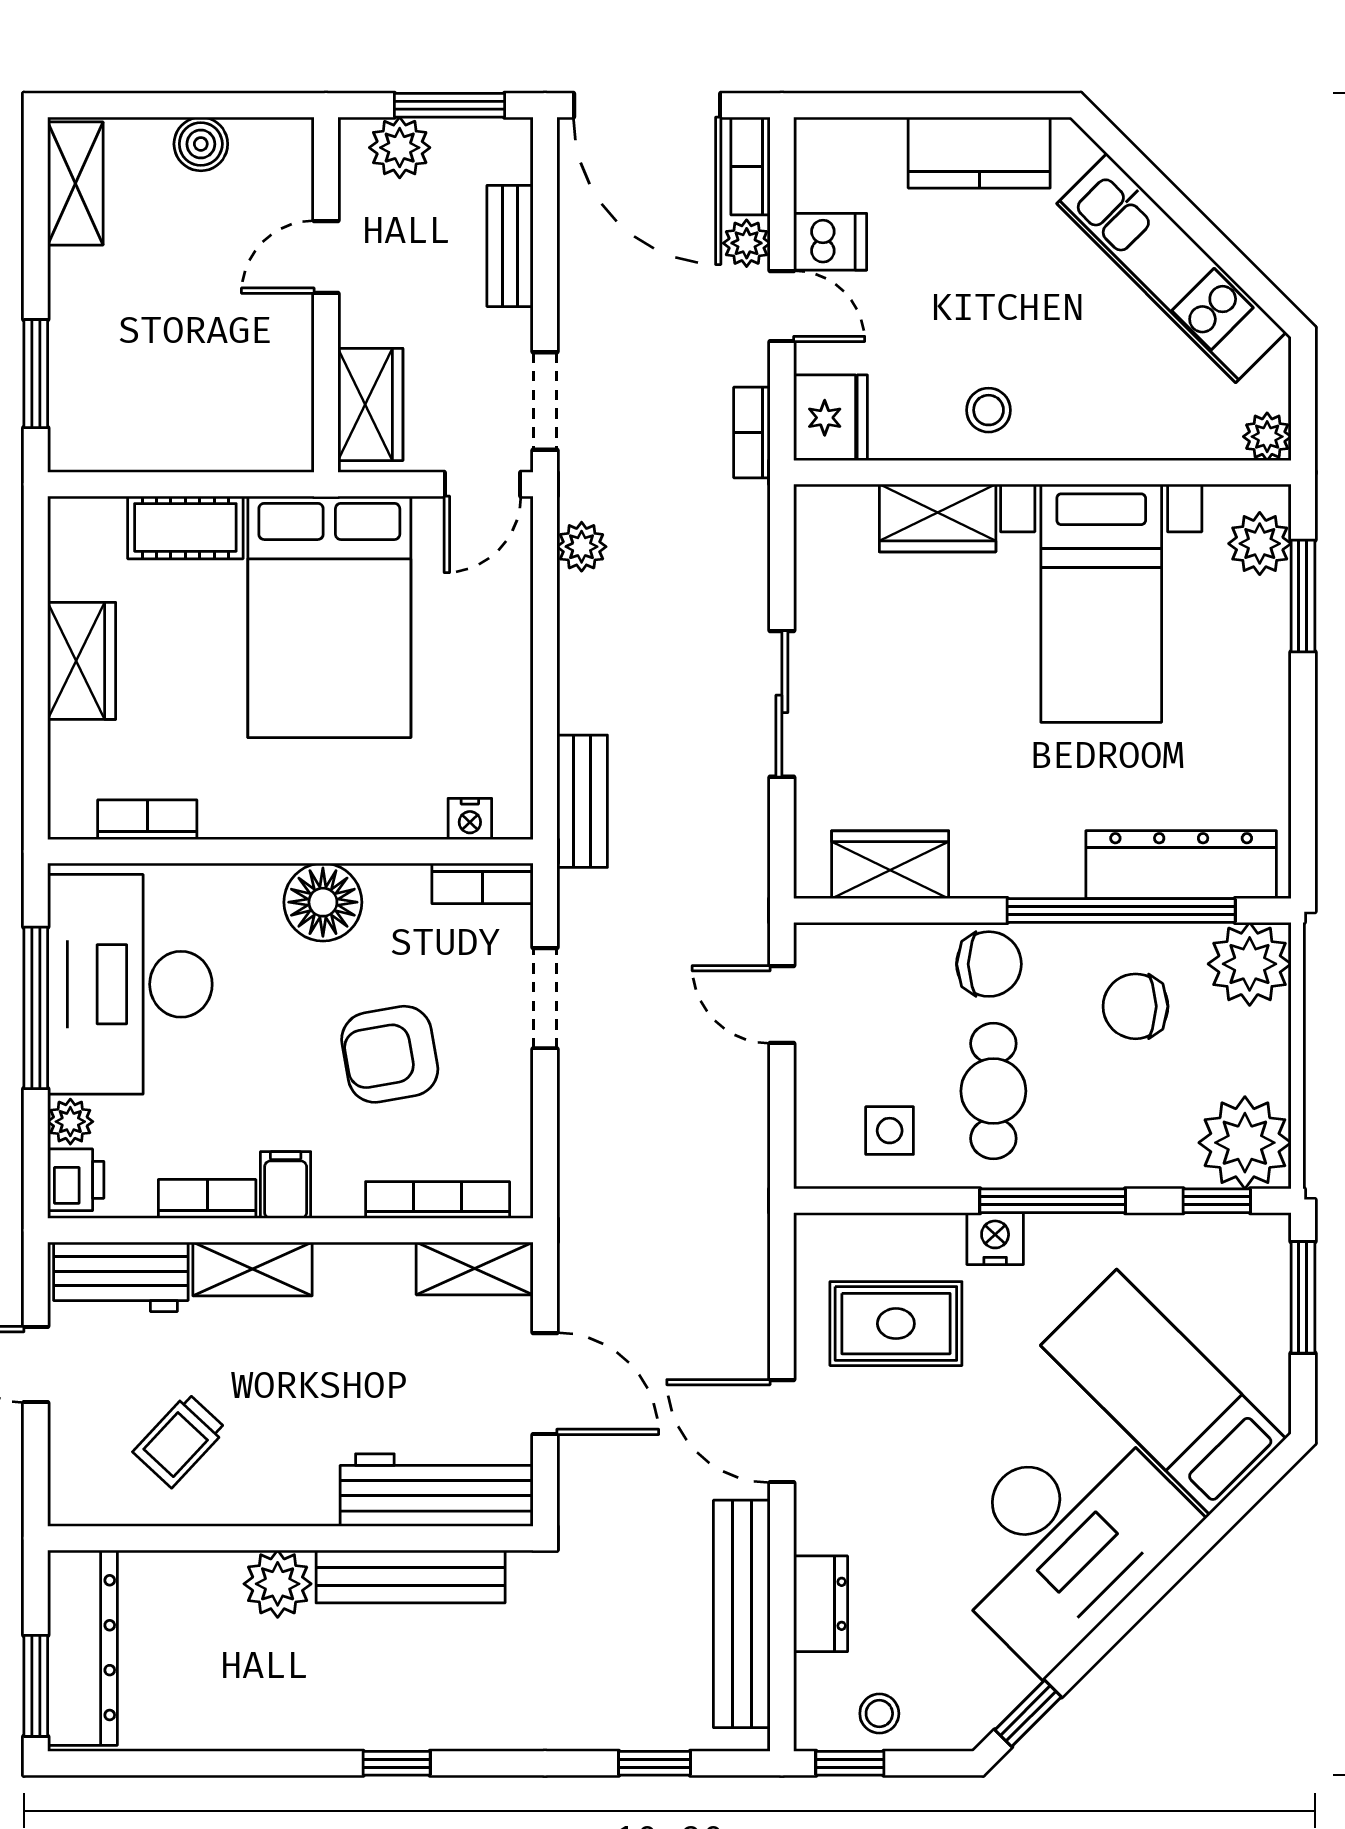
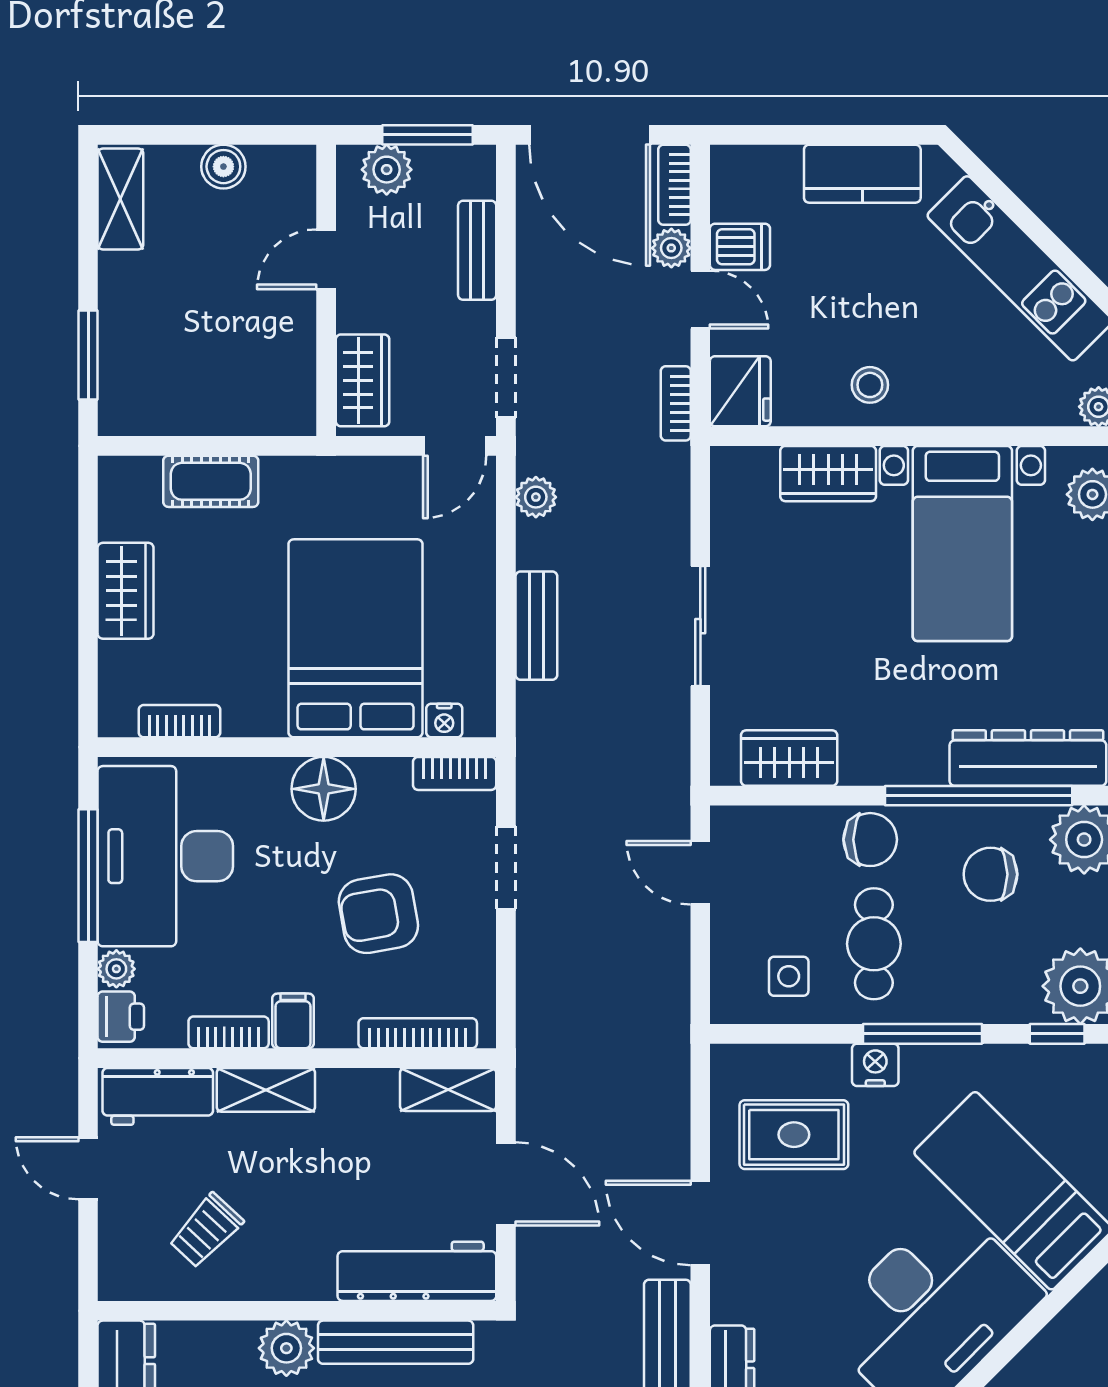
bed: (329, 617) -> (356, 638), moved, turned 180
bench: (582, 801) -> (536, 626), moved

